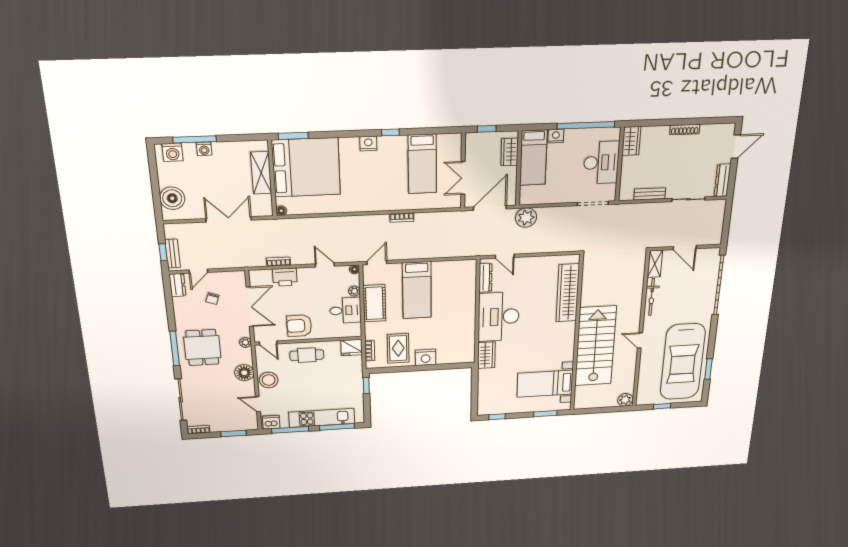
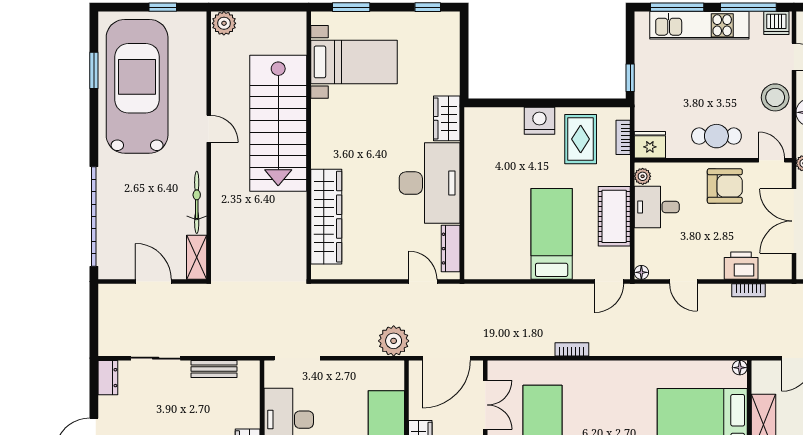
dresser: (722, 180) -> (108, 378), width x0.70
plant: (354, 291) -> (643, 176), moved

